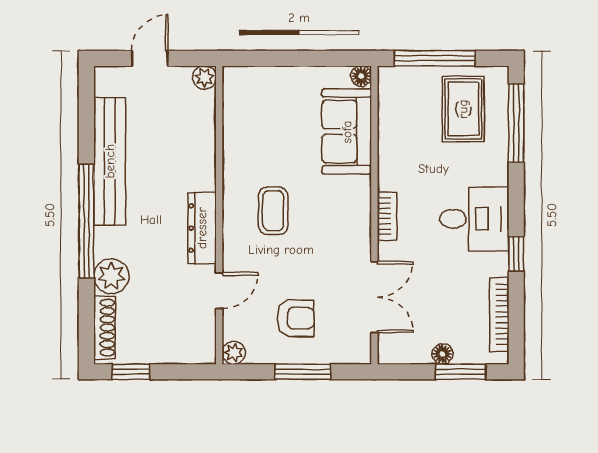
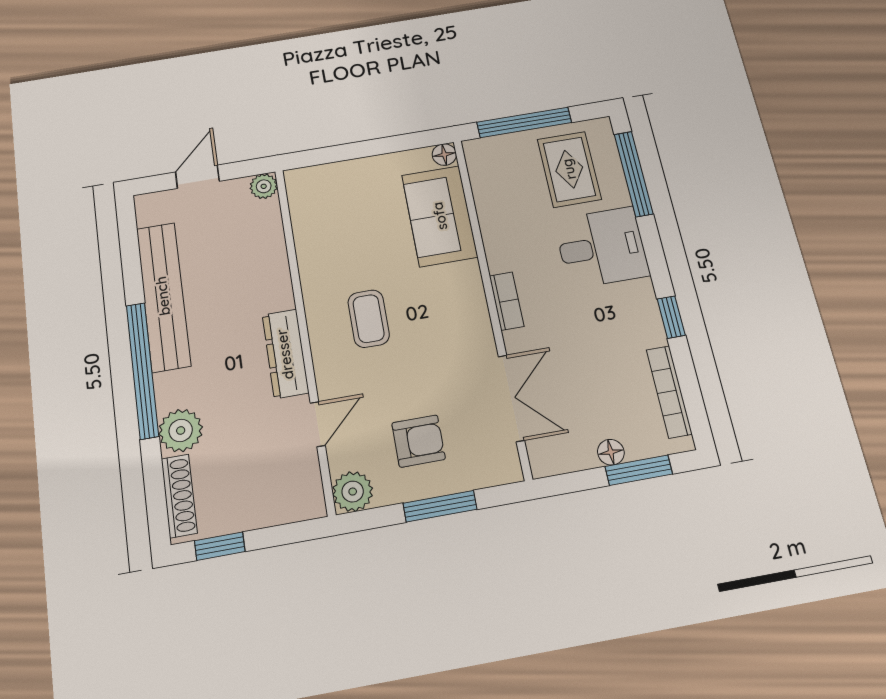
desk: (474, 219) -> (602, 247), moved
plant: (234, 353) -> (353, 492), width x1.38, depth x1.38

